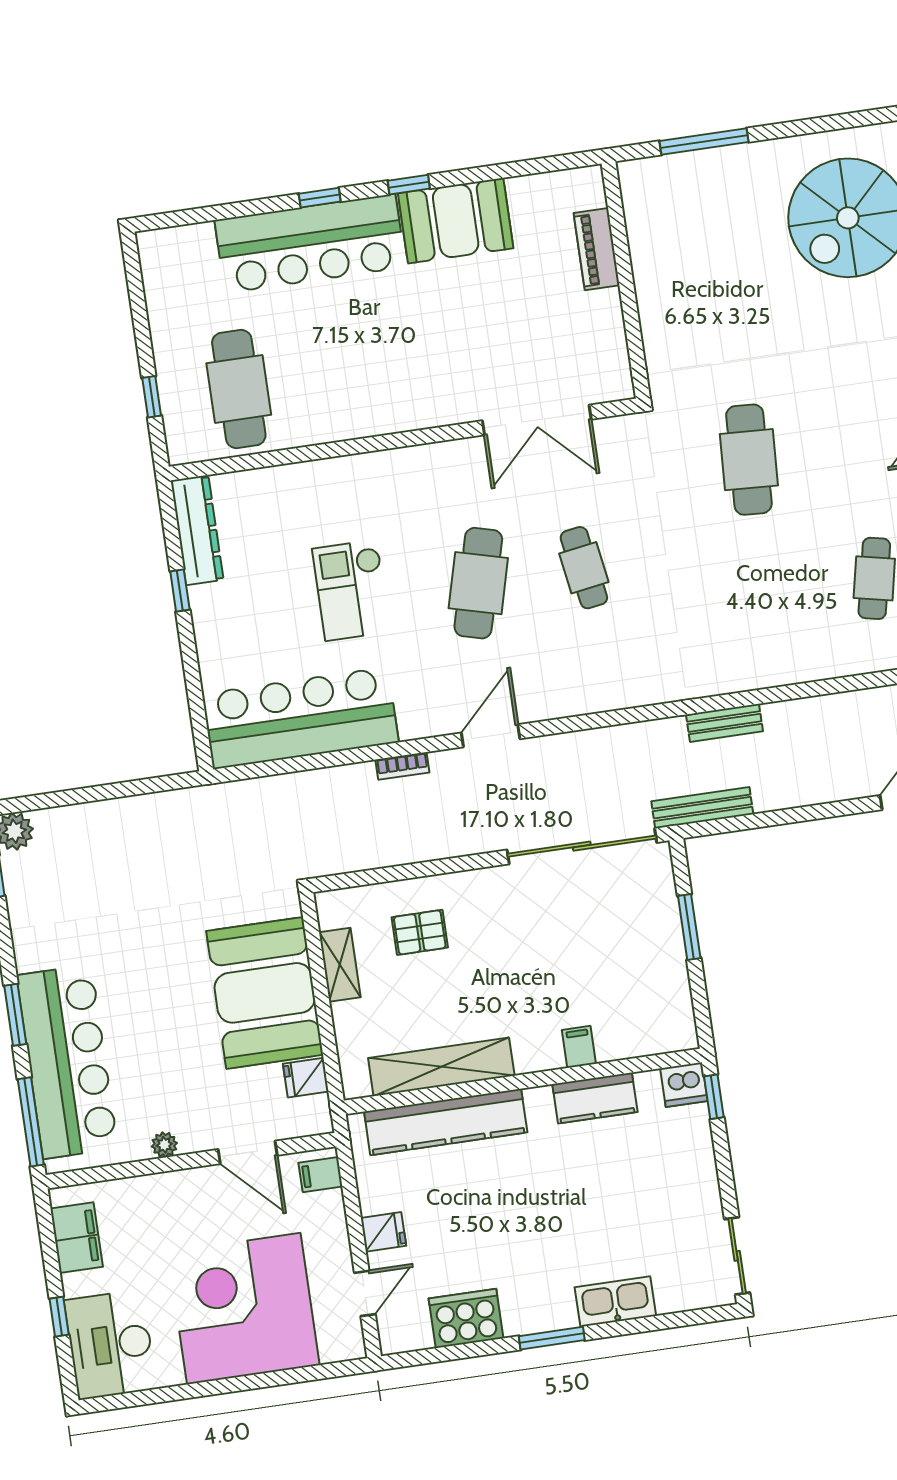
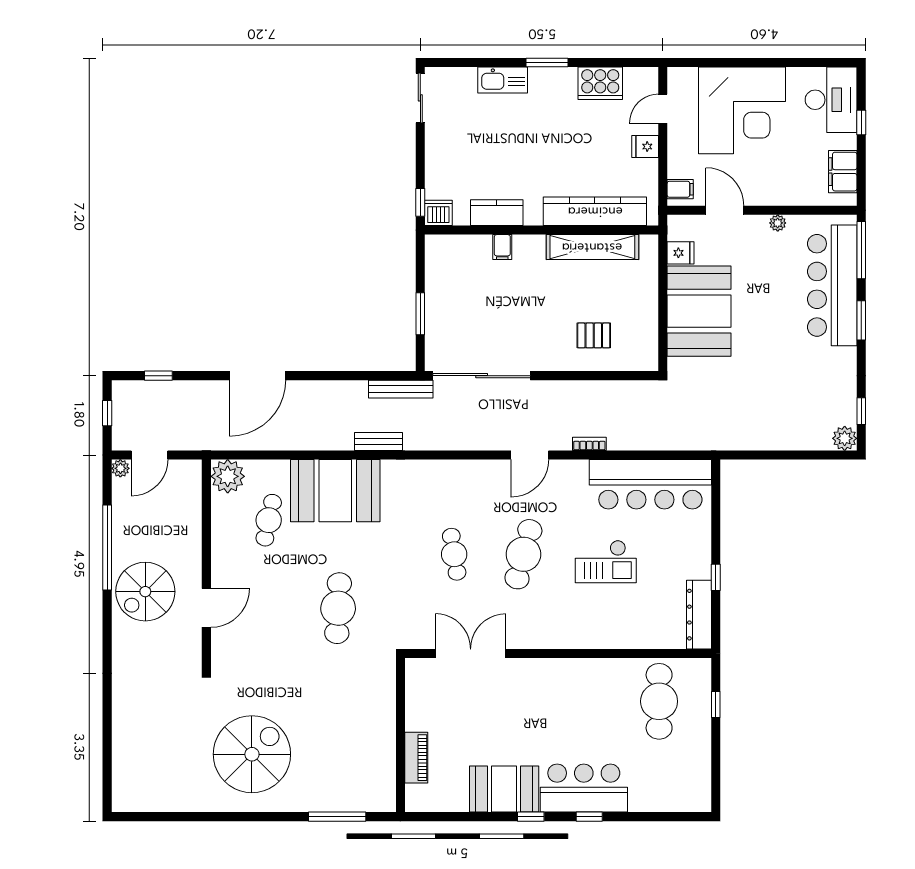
bar counter: (310, 244) -> (584, 788), width x0.73
checkout: (351, 590) -> (606, 562), turned 90
booth: (779, 638) -> (335, 491), added
shelving: (340, 965) -> (648, 322), removed

